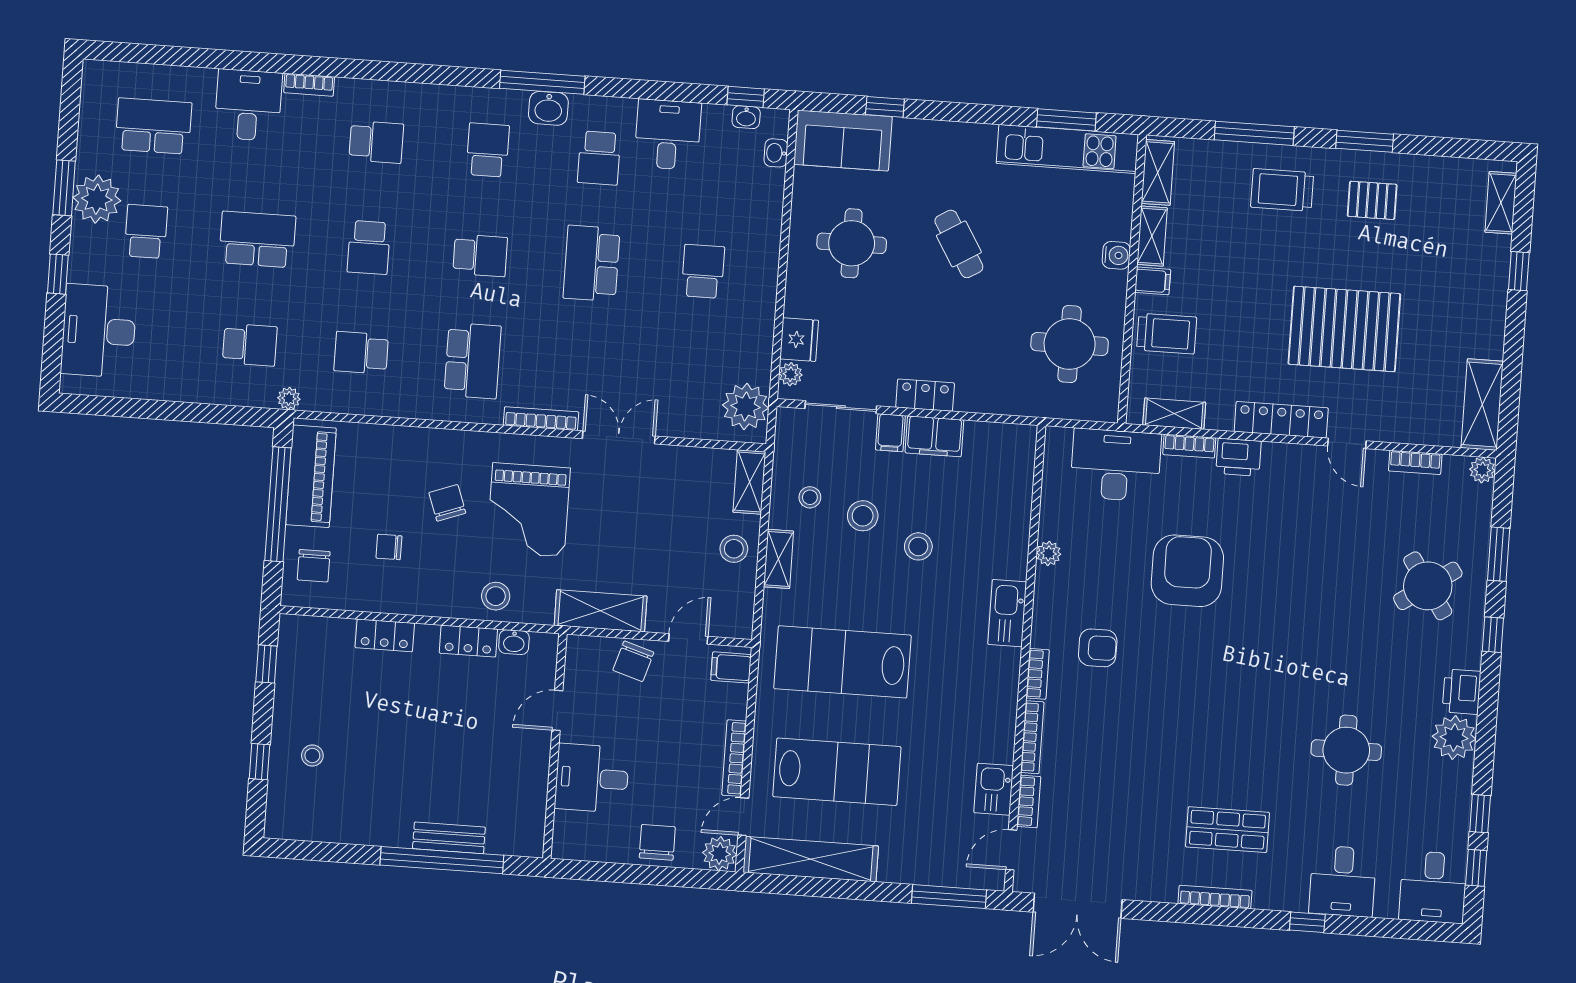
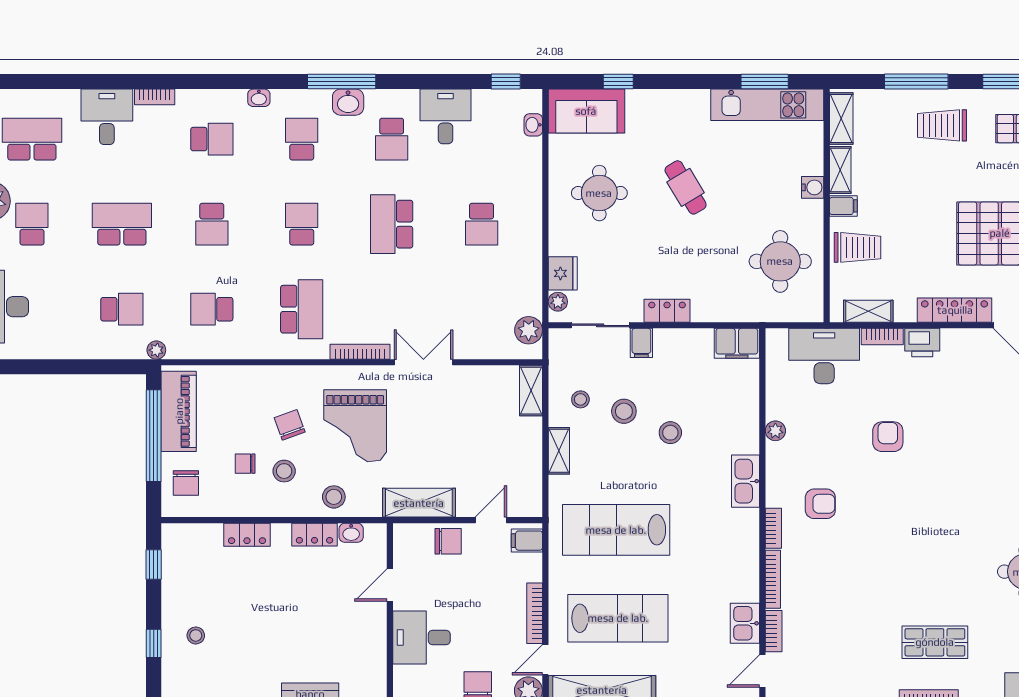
washbasin: (746, 117) -> (259, 98), moved
school desk: (480, 255) -> (302, 224), turned -90
school desk: (703, 271) -> (482, 224), turned 180
plant: (746, 407) -> (529, 330), width x0.73, depth x0.73
filing cabinet: (934, 436) -> (737, 343), moved
stool: (734, 549) -> (284, 471), moved
armchair: (1187, 571) -> (888, 437), width x0.53, depth x0.53
chair: (633, 661) -> (448, 541), turned -107

